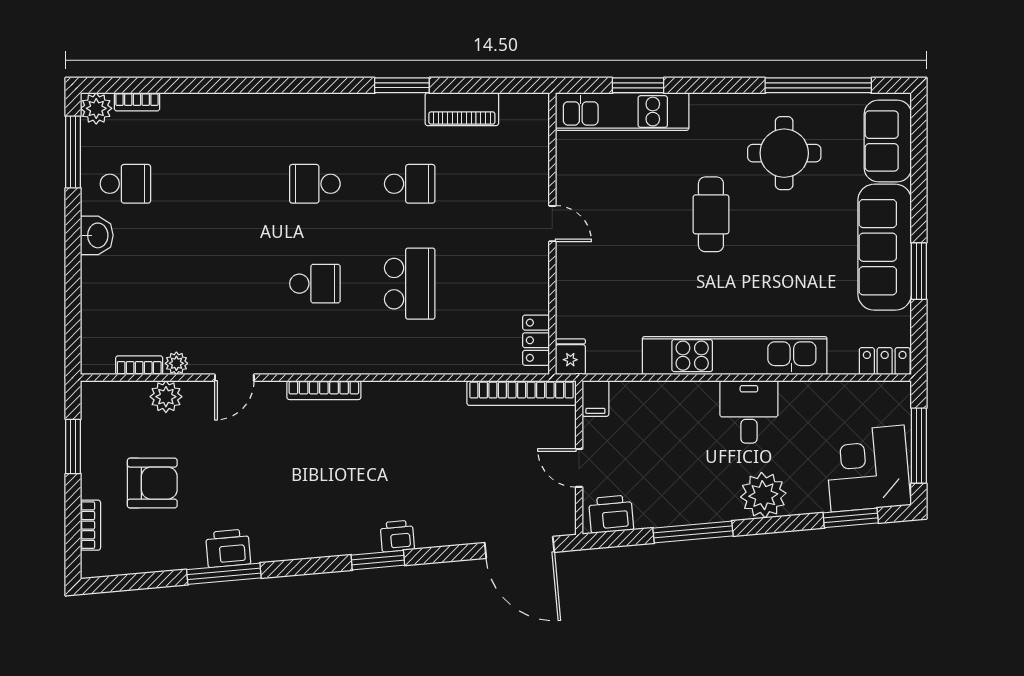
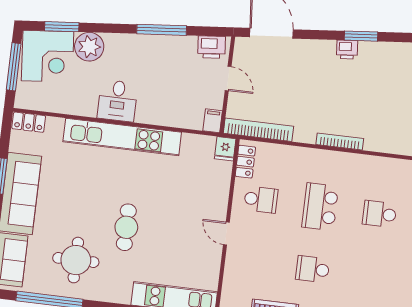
school desk: (315, 184) -> (261, 200), moved
bookcase: (324, 390) -> (340, 141), moved
plant: (763, 495) -> (89, 47), moved

